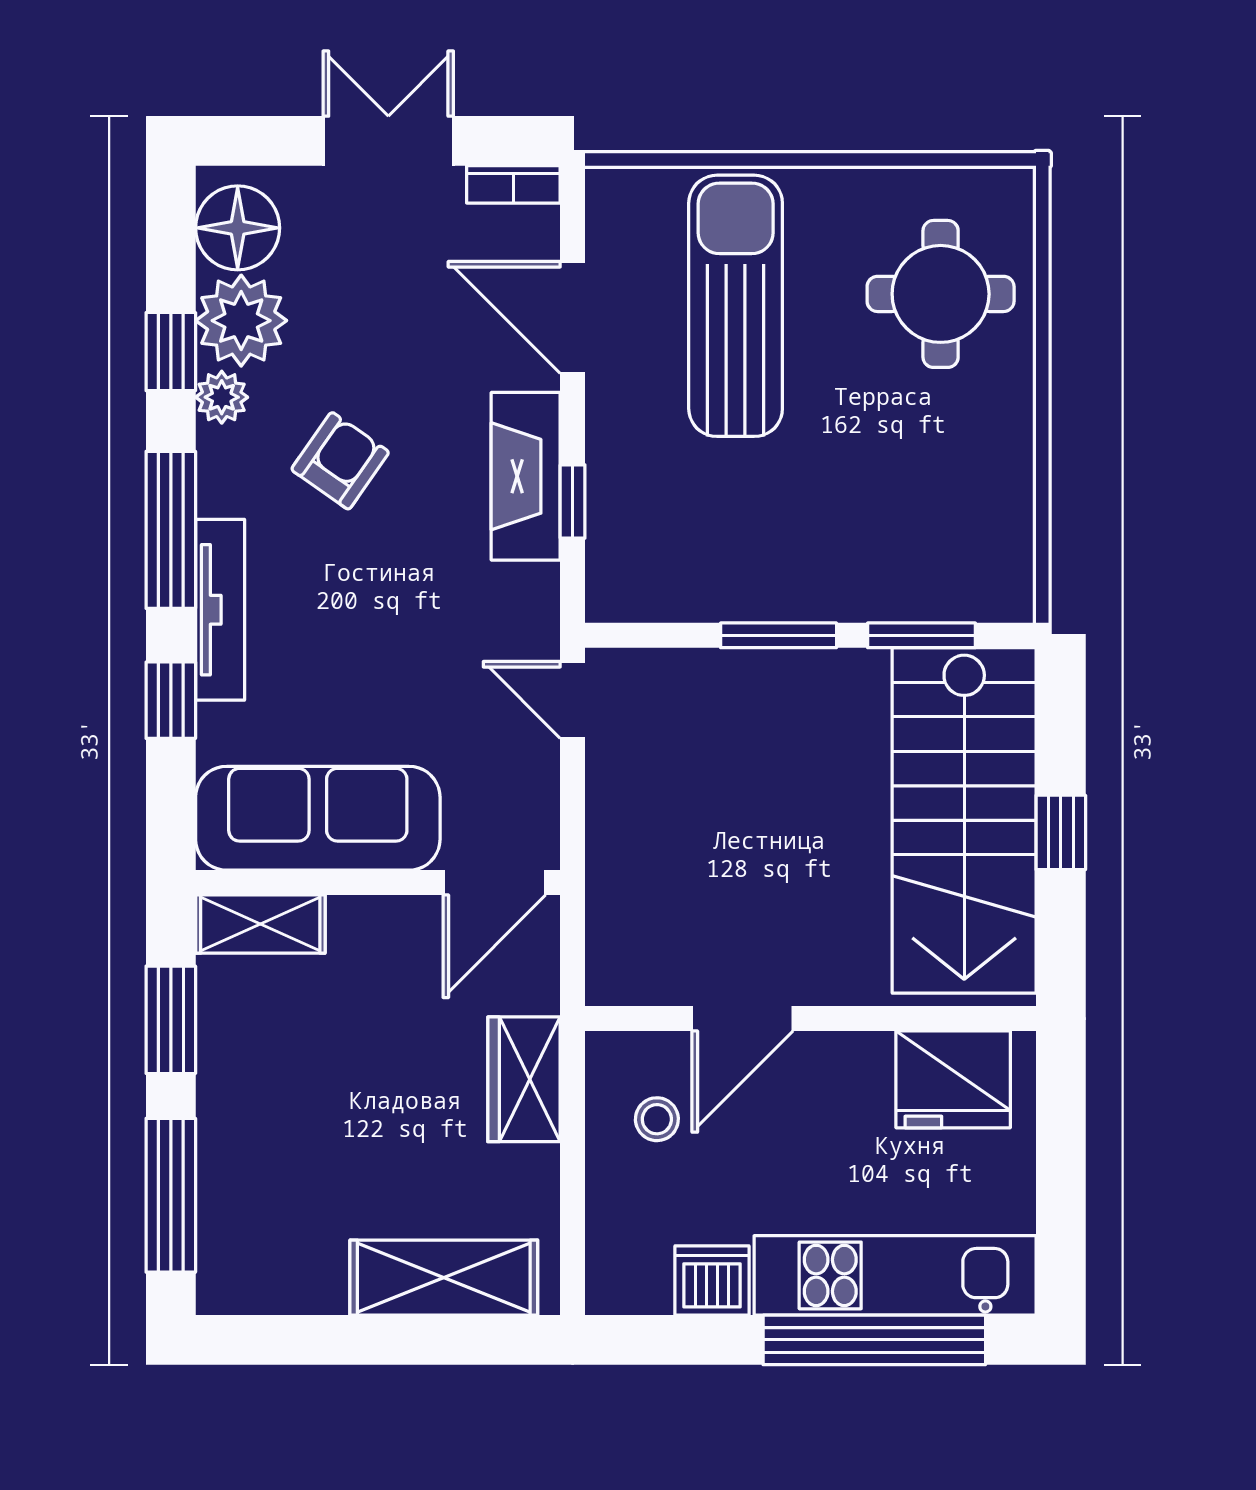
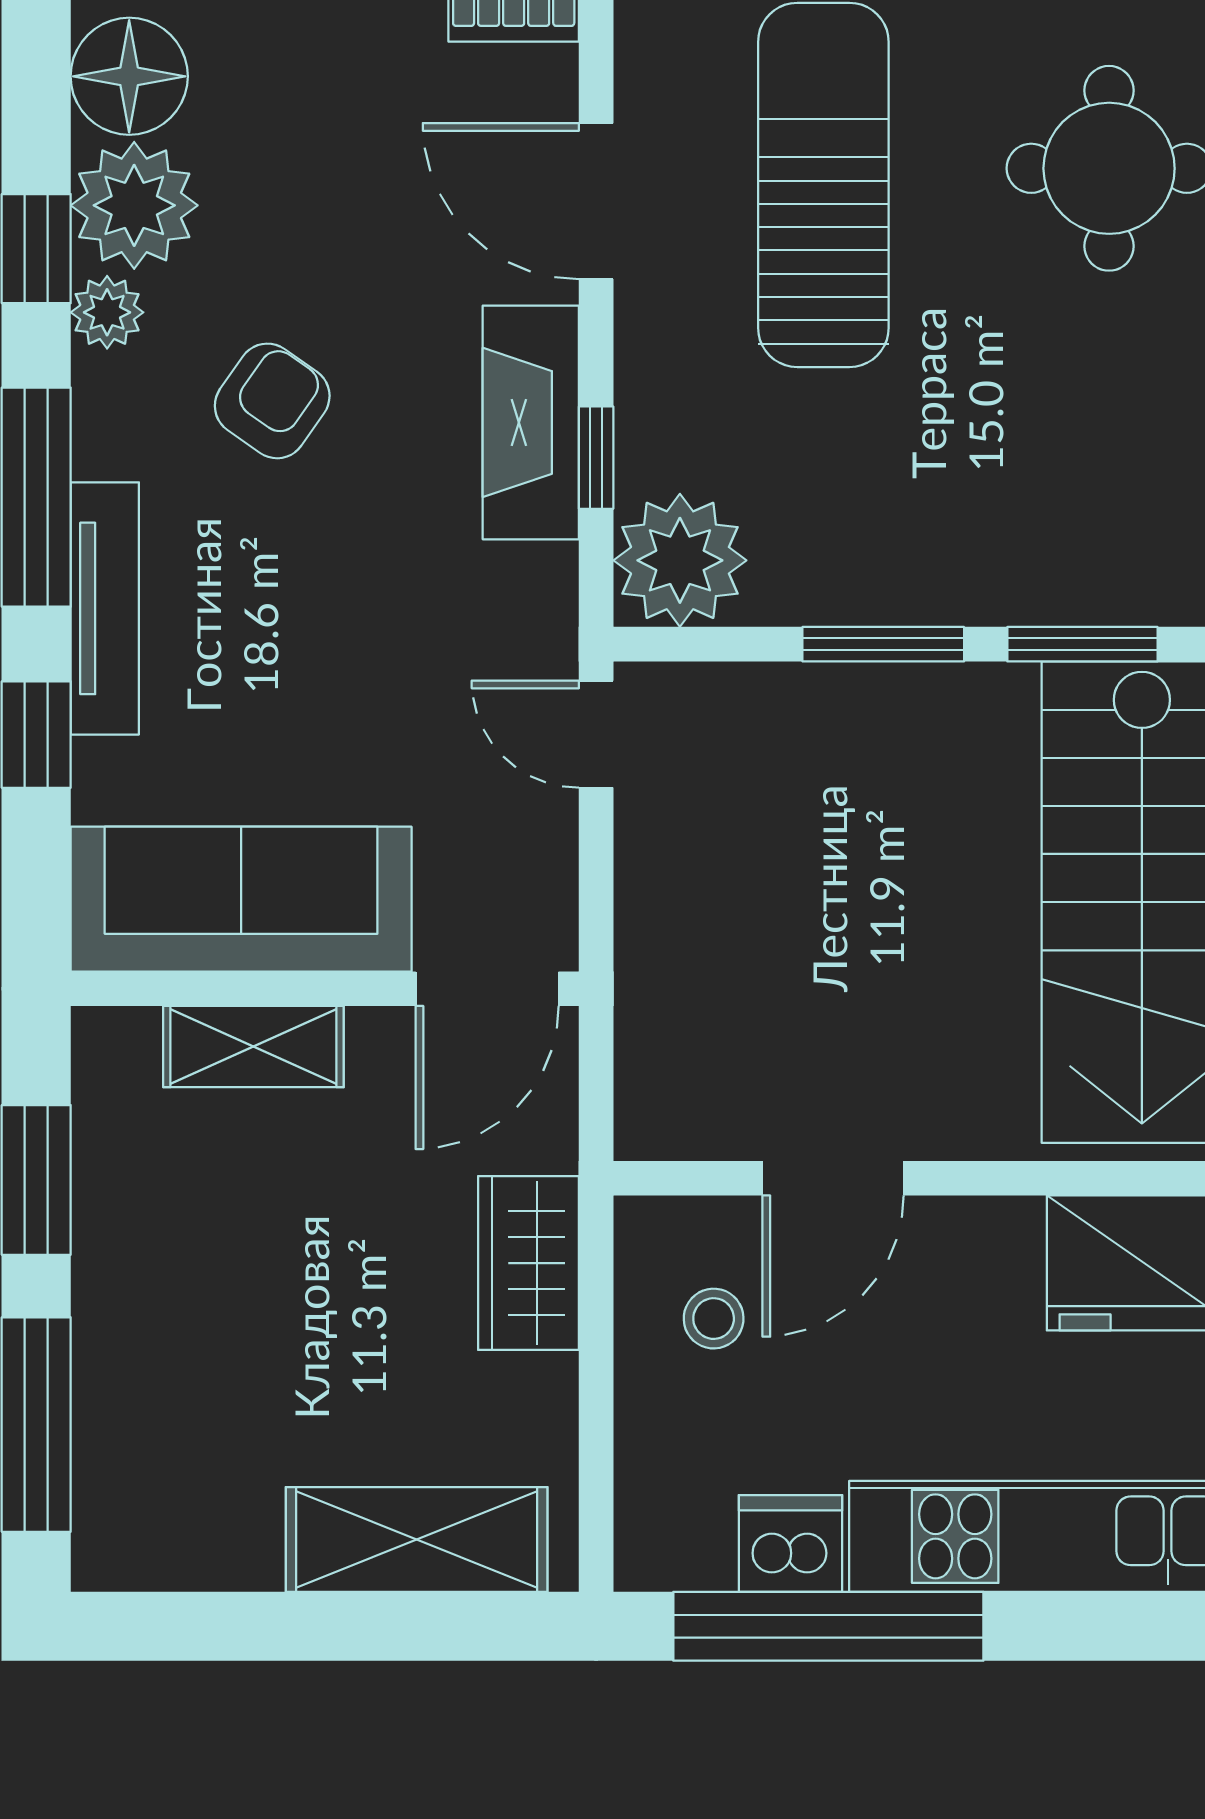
plant: (633, 575) -> (680, 560), added
shelving: (260, 924) -> (253, 1047), moved
window: (874, 1340) -> (828, 1626), moved

